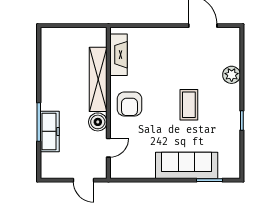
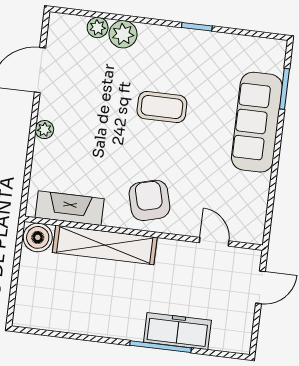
plant: (166, 33) -> (44, 130), added
plant: (234, 58) -> (98, 28), added
armchair: (129, 104) -> (149, 200), turned -105
boiler: (98, 122) -> (38, 237), moved

